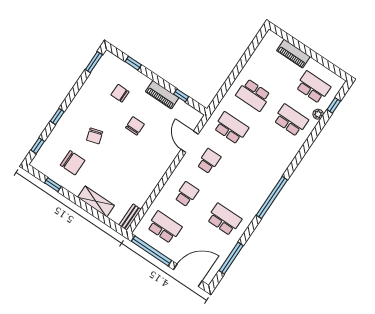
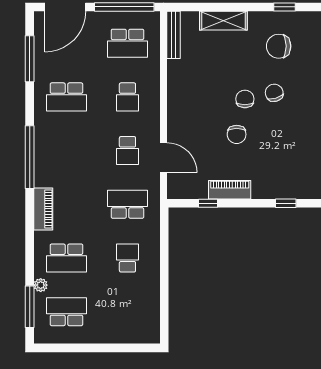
piano: (293, 54) -> (43, 209), moved, turned 90
school desk: (313, 87) -> (66, 312), turned 180
chair: (120, 93) -> (245, 99), moved, turned -90
school desk: (253, 95) -> (127, 258), width x0.54
window: (334, 105) -> (30, 307), width x2.17
school desk: (231, 128) -> (127, 204), turned 180
bench: (130, 217) -> (173, 35), width x1.36

